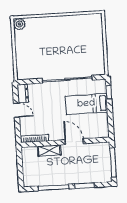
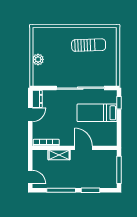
plant: (19, 24) -> (38, 59), moved
sun lounger: (73, 34) -> (89, 45), added
door: (17, 110) -> (30, 115), hinge flipped
door: (21, 176) -> (30, 177), added

